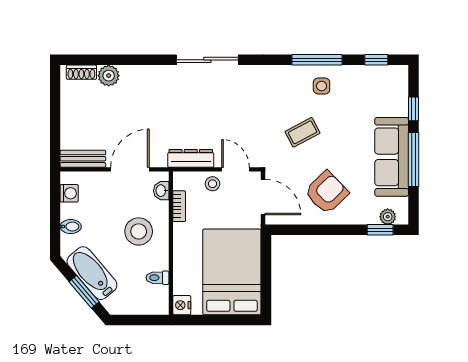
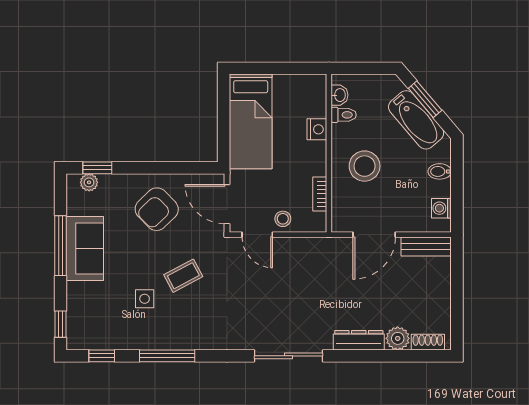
side table: (322, 86) -> (145, 299), moved
window: (413, 109) -> (61, 324), moved
sofa: (392, 157) -> (85, 249), width x0.73
dresser: (191, 158) -> (359, 340), moved, turned 180
washbasin: (161, 191) -> (340, 95), moved
bed: (232, 272) -> (251, 121), width x0.67
nightstand: (182, 305) -> (317, 129), moved

